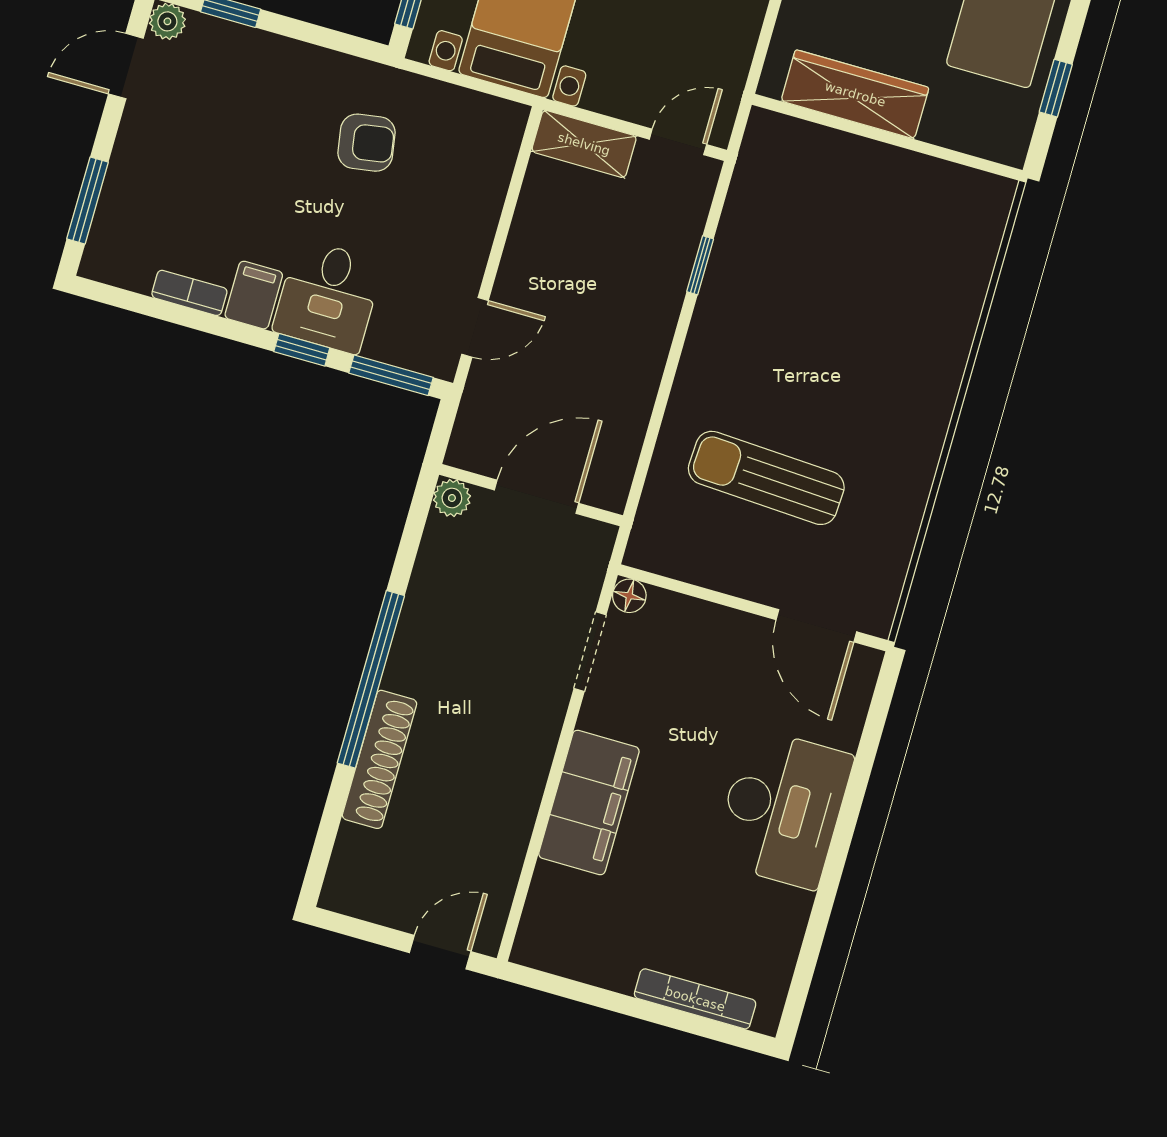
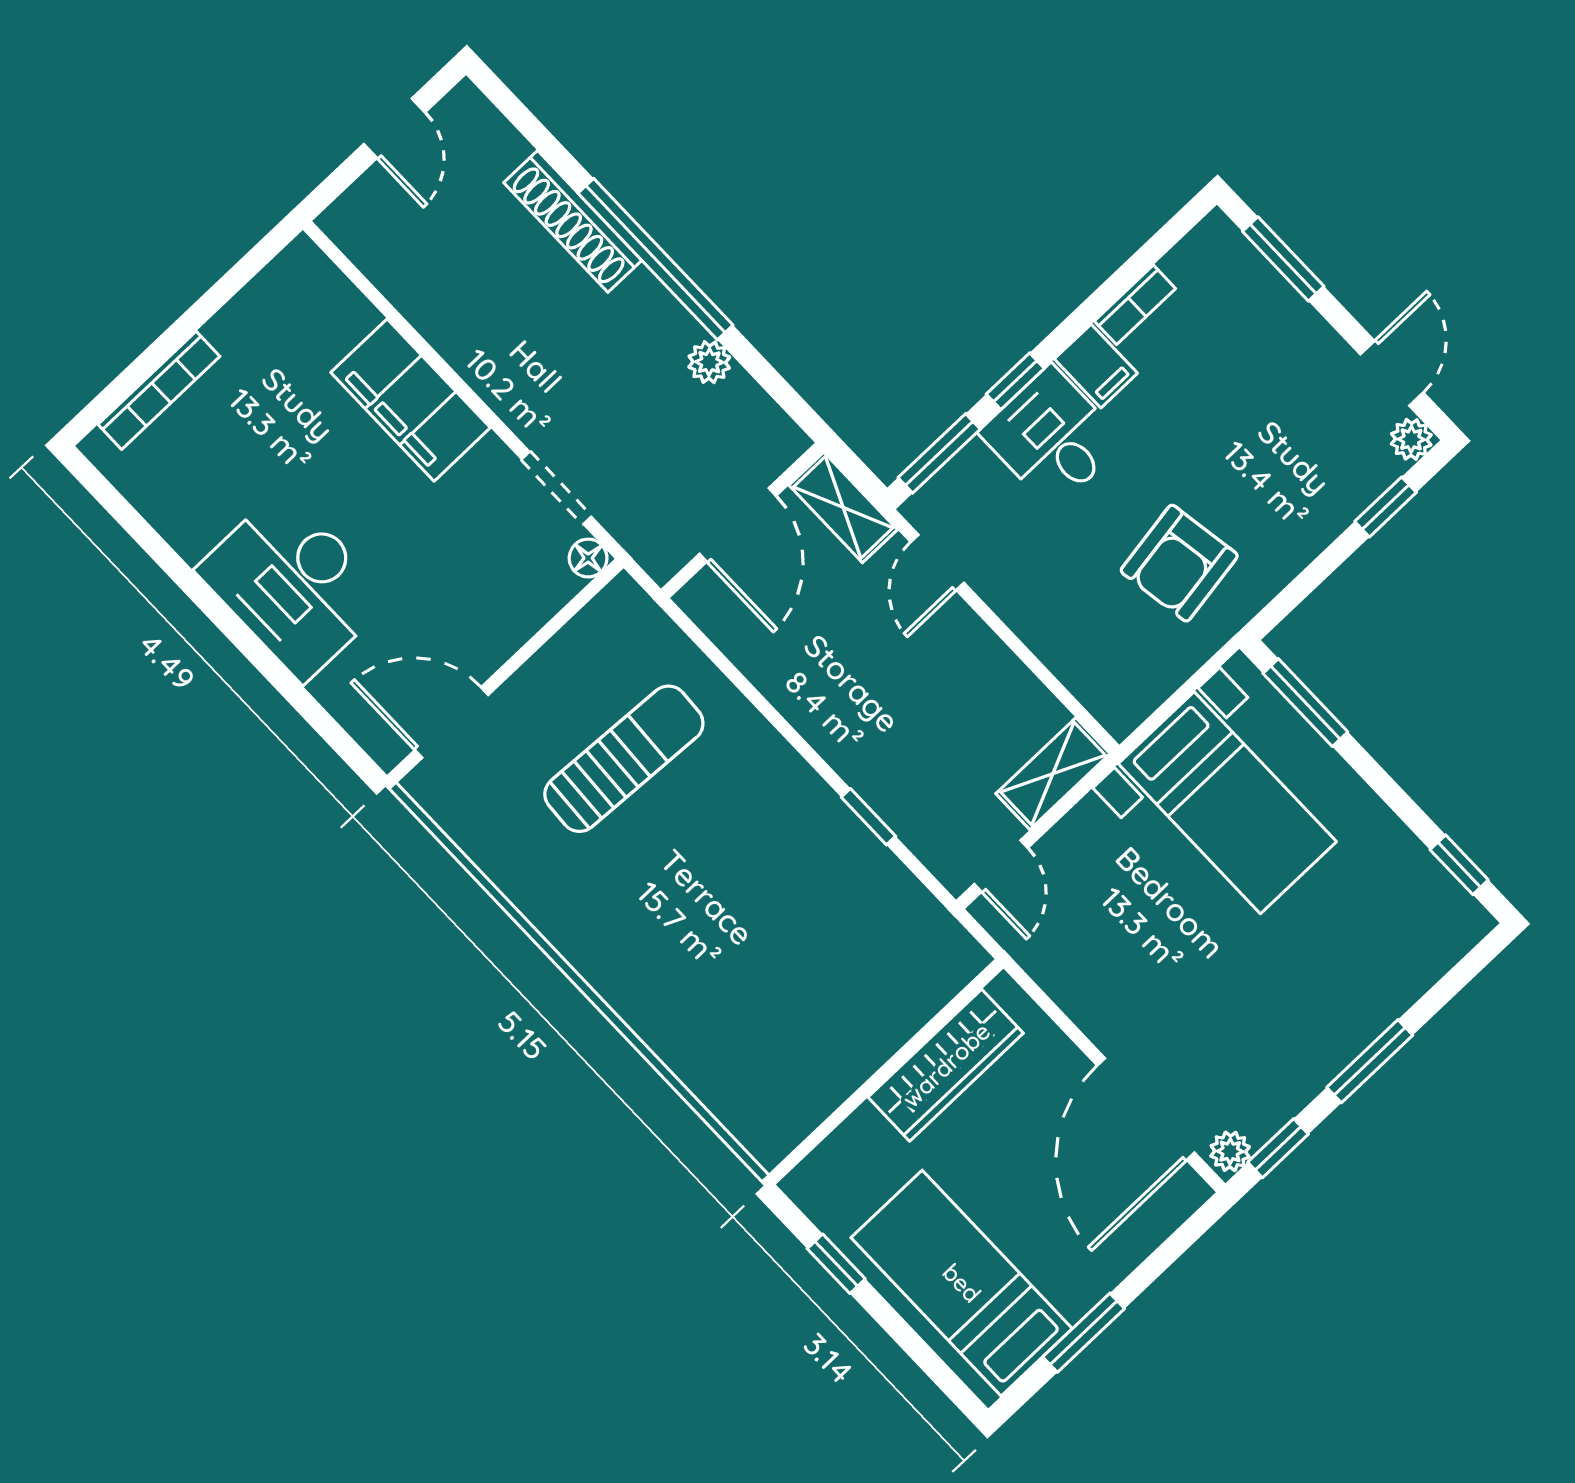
armchair: (367, 143) -> (1179, 563), width x1.38, depth x1.38
shelving: (476, 424) -> (843, 507), added
plant: (452, 498) -> (709, 362), moved
door: (440, 952) -> (394, 128), moved

